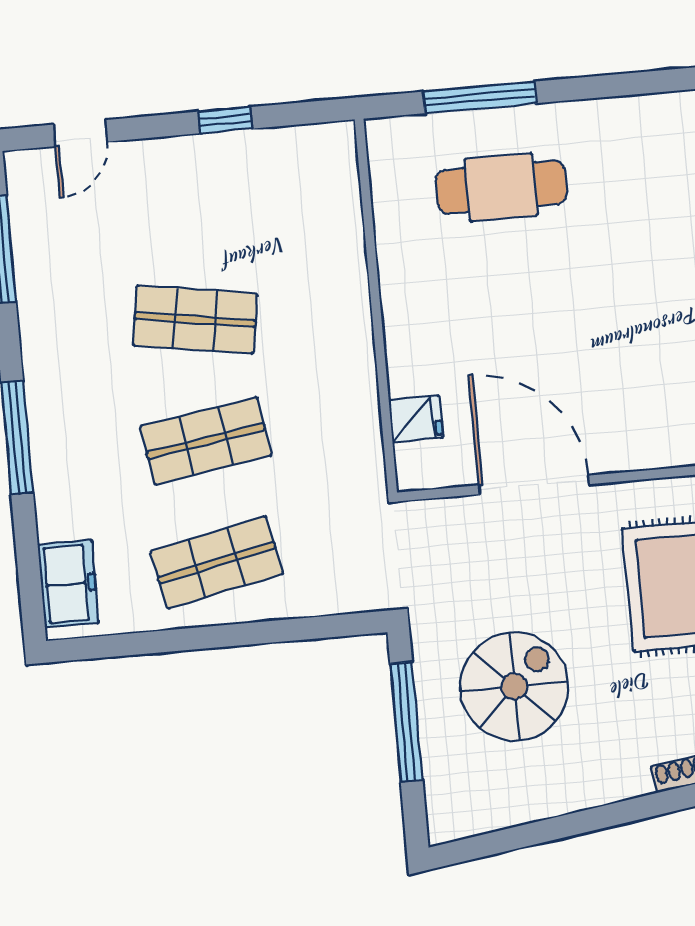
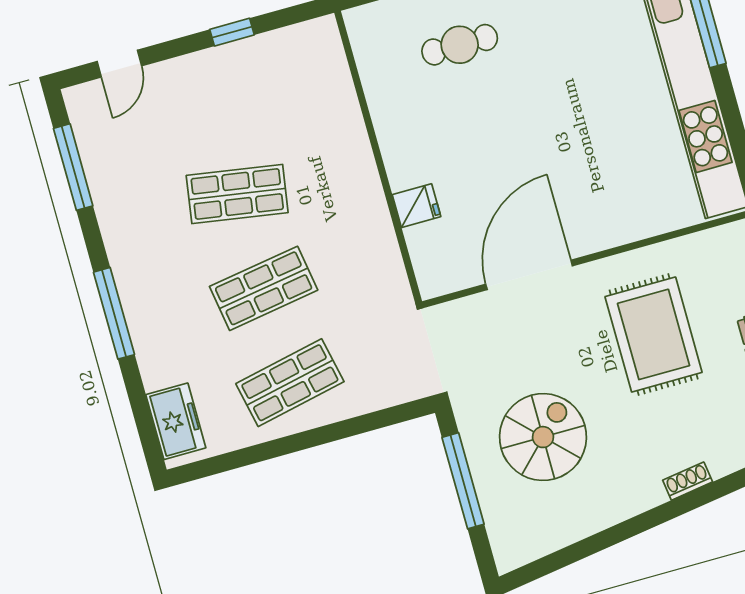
cafe table: (501, 187) -> (460, 45), width x0.73, depth x0.74
fridge: (416, 419) -> (417, 206), moved
door: (534, 485) -> (529, 275), hinge flipped

